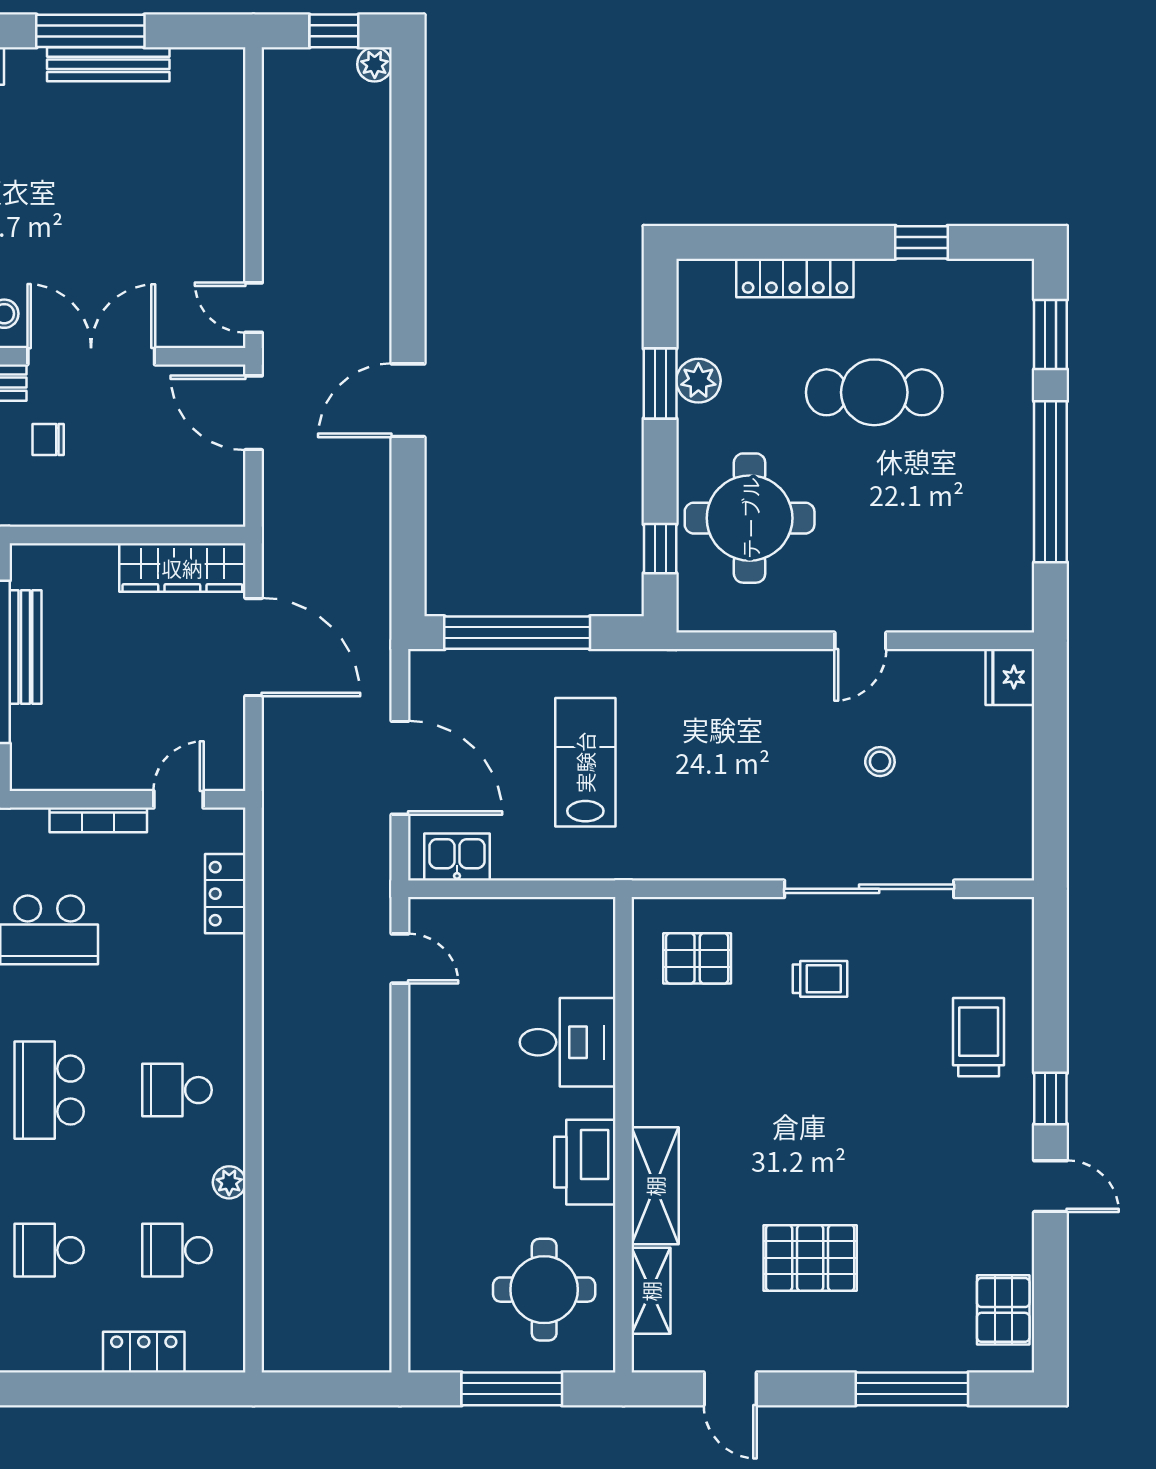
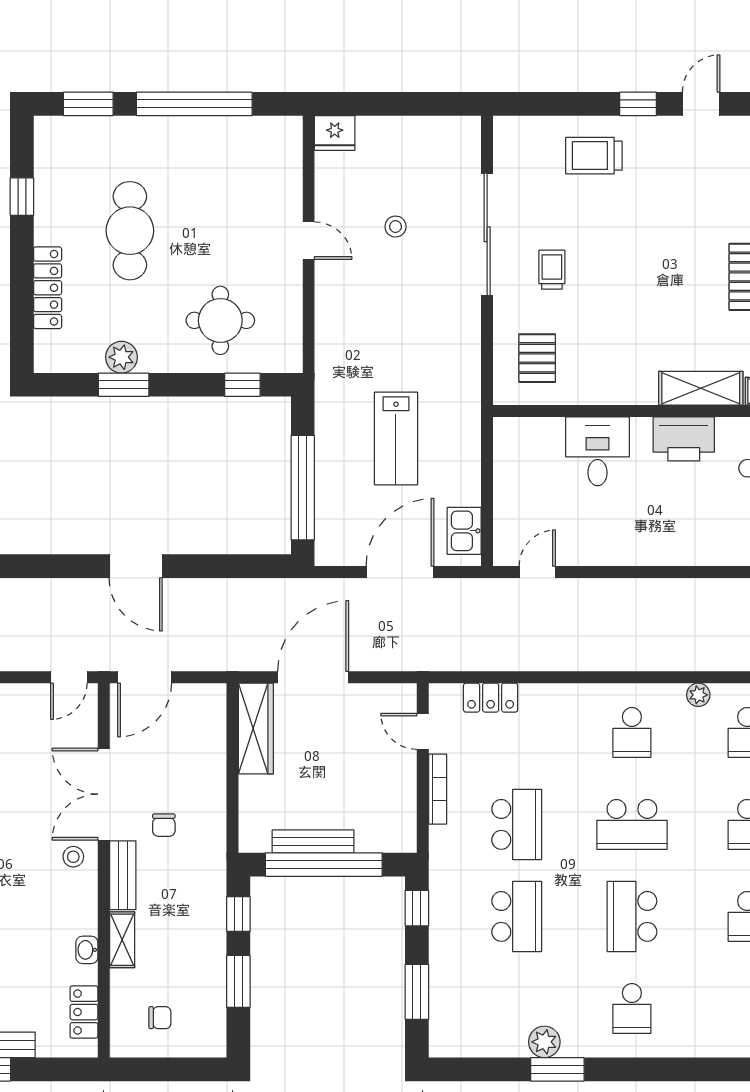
round table: (750, 518) -> (220, 320), width x0.73, depth x0.73
lab bench: (585, 762) -> (396, 439), turned -90

